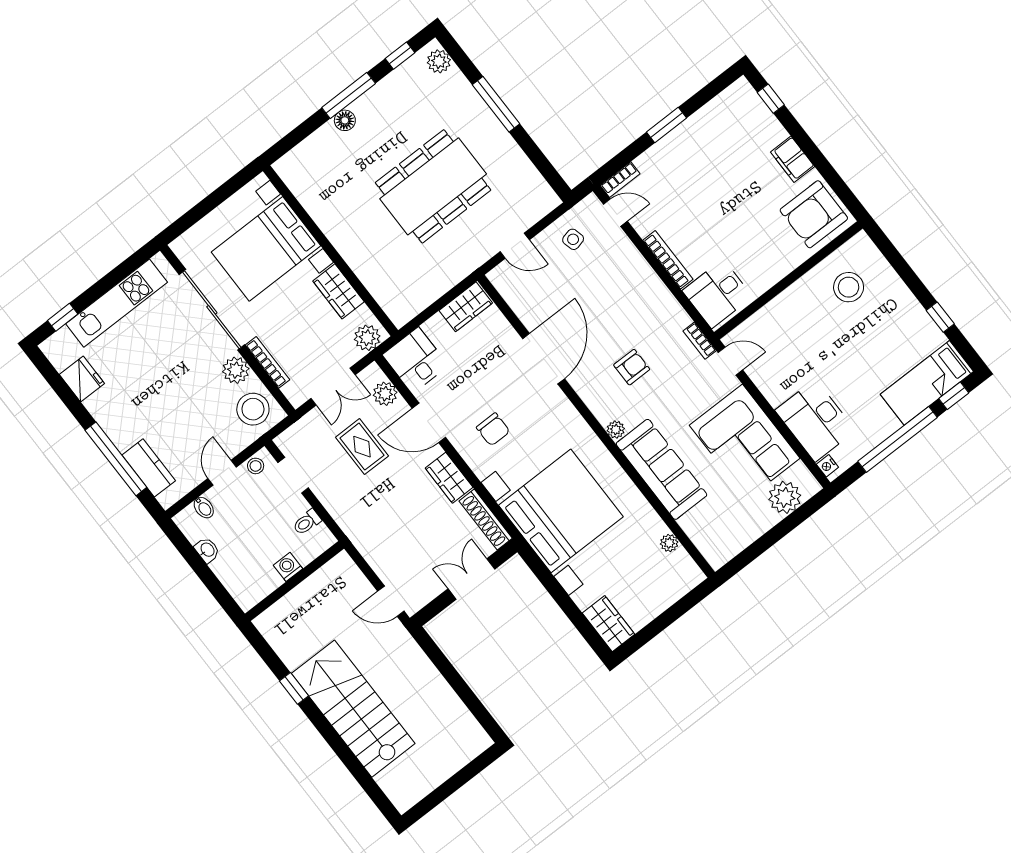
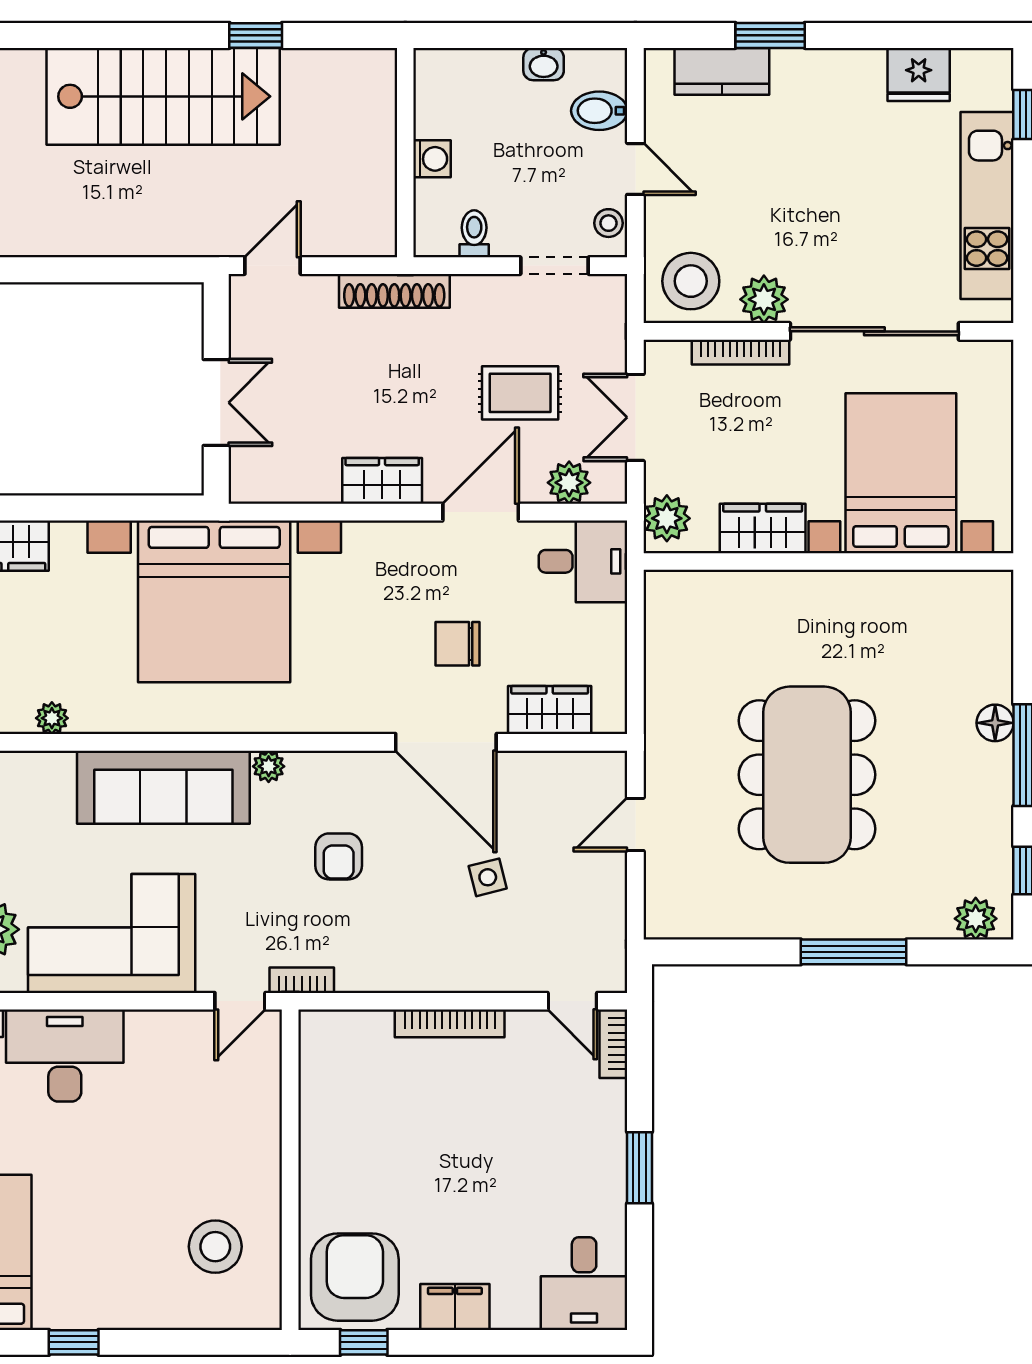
window: (771, 99) -> (364, 1342), moved
door: (615, 213) -> (572, 1001), hinge flipped
side table: (573, 239) -> (488, 877), moved
desk: (717, 294) -> (584, 1284), moved, turned 180
wardrobe: (466, 307) -> (550, 710), moved, turned 90
chair: (493, 429) -> (457, 644), moved
window: (116, 459) -> (770, 35), width x0.47
bidet: (204, 508) -> (599, 111), width x1.38, depth x1.36
shoe rack: (486, 520) -> (394, 291), moved, turned 180

